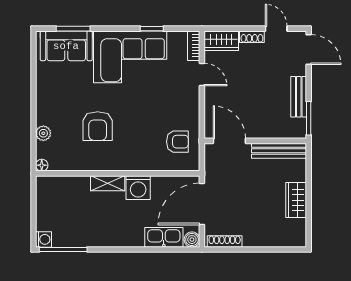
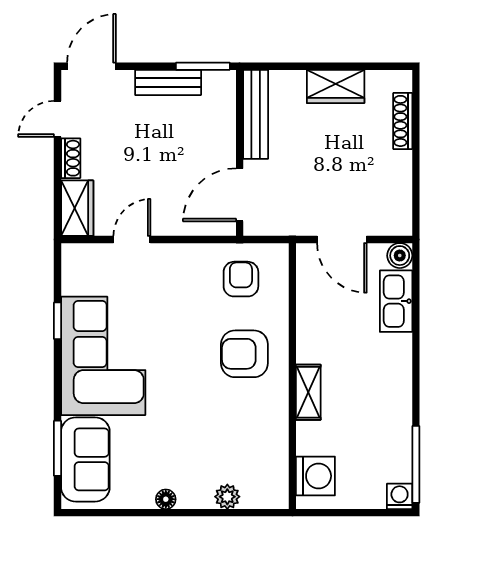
bookcase: (194, 46) -> (85, 253), removed
armchair: (98, 126) -> (244, 354), moved, turned 180
floor lamp: (42, 165) -> (166, 499), moved
washing machine: (138, 188) -> (315, 476), moved
door: (202, 204) -> (342, 240), width x0.73
shoe rack: (225, 241) -> (403, 121), moved

